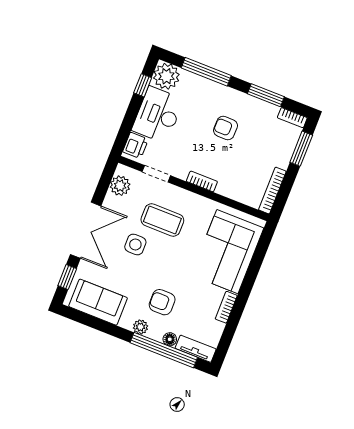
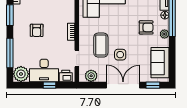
window: (143, 85) -> (49, 85), moved
armchair: (162, 302) -> (146, 27), turned -90

